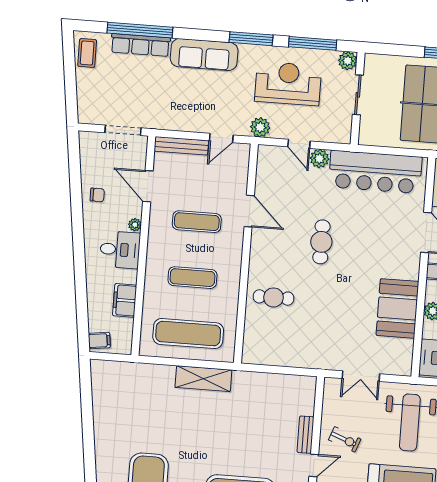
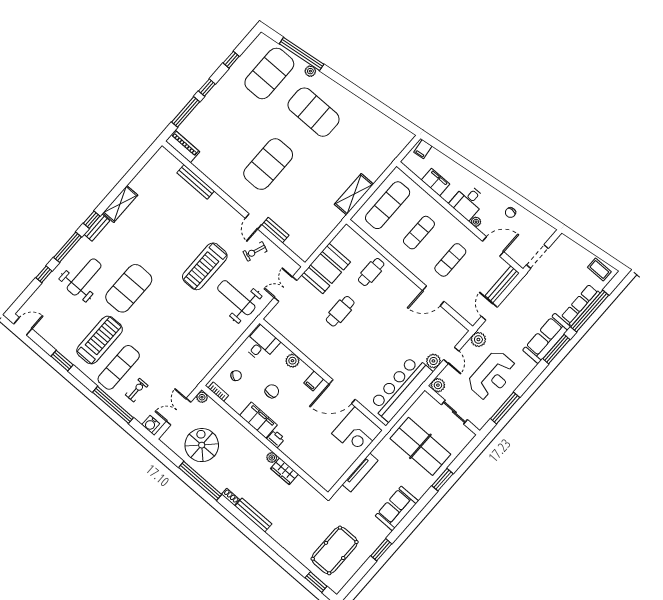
window: (251, 39) -> (556, 349), moved
plant: (348, 61) -> (438, 385), moved
door: (299, 144) -> (451, 355), swing flipped
cafe table: (321, 242) -> (340, 311), moved, turned 90
booth: (397, 308) -> (326, 269), moved, turned 90

